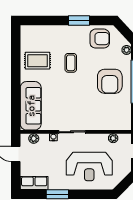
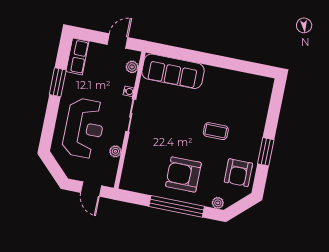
rug: (37, 61) -> (227, 91), removed
plant: (113, 138) -> (115, 151), moved
reception desk: (89, 166) -> (84, 128), turned 180

